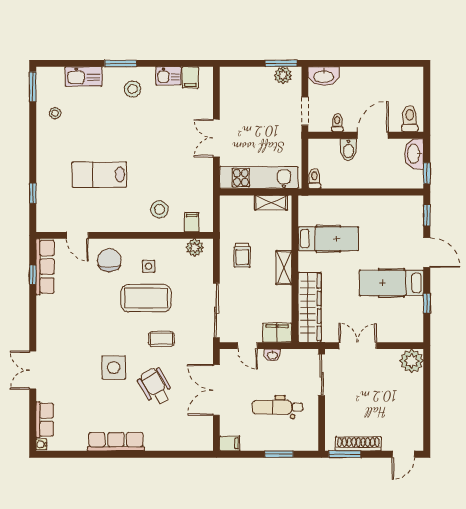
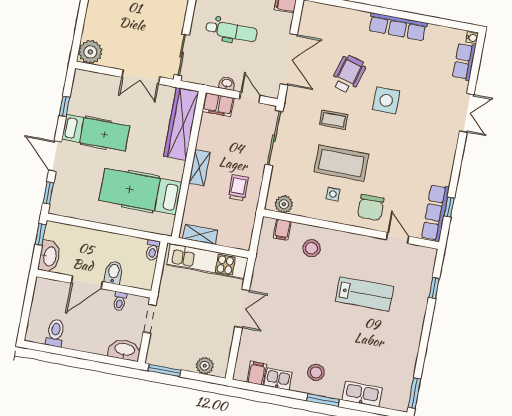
plant: (283, 75) -> (205, 366), moved
stool: (55, 113) -> (397, 363), removed
toilet: (410, 119) -> (55, 333), moved, turned 180
hospital bed: (328, 239) -> (140, 191), width x1.37, depth x1.29
wheelchair: (155, 386) -> (348, 74), turned -134

